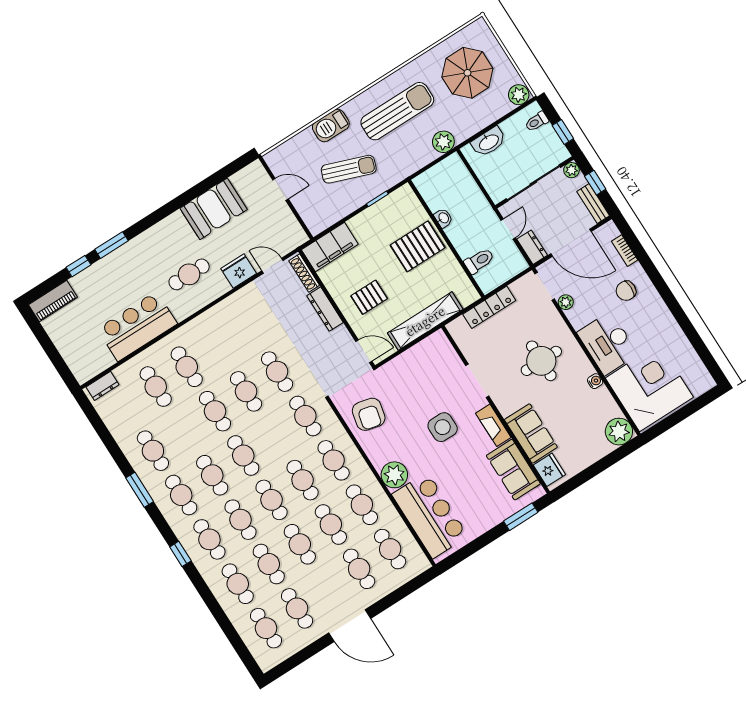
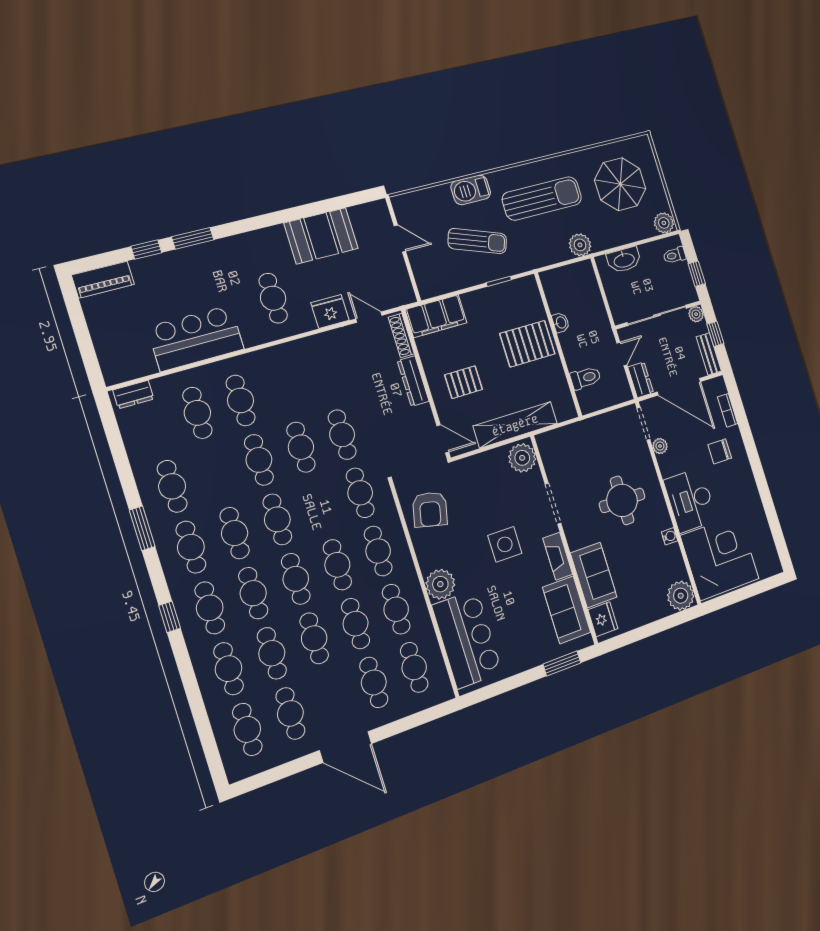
cafe table: (189, 274) -> (273, 298), turned 90
locker: (489, 307) -> (584, 429), removed
plant: (439, 348) -> (522, 458), added

